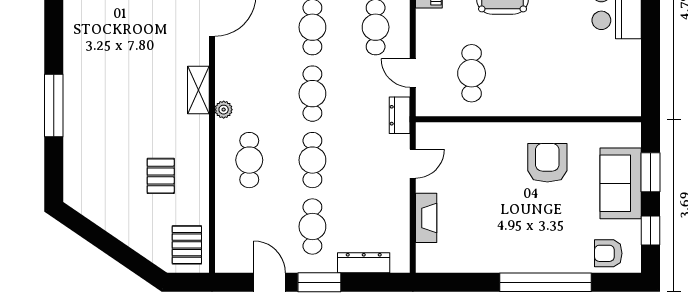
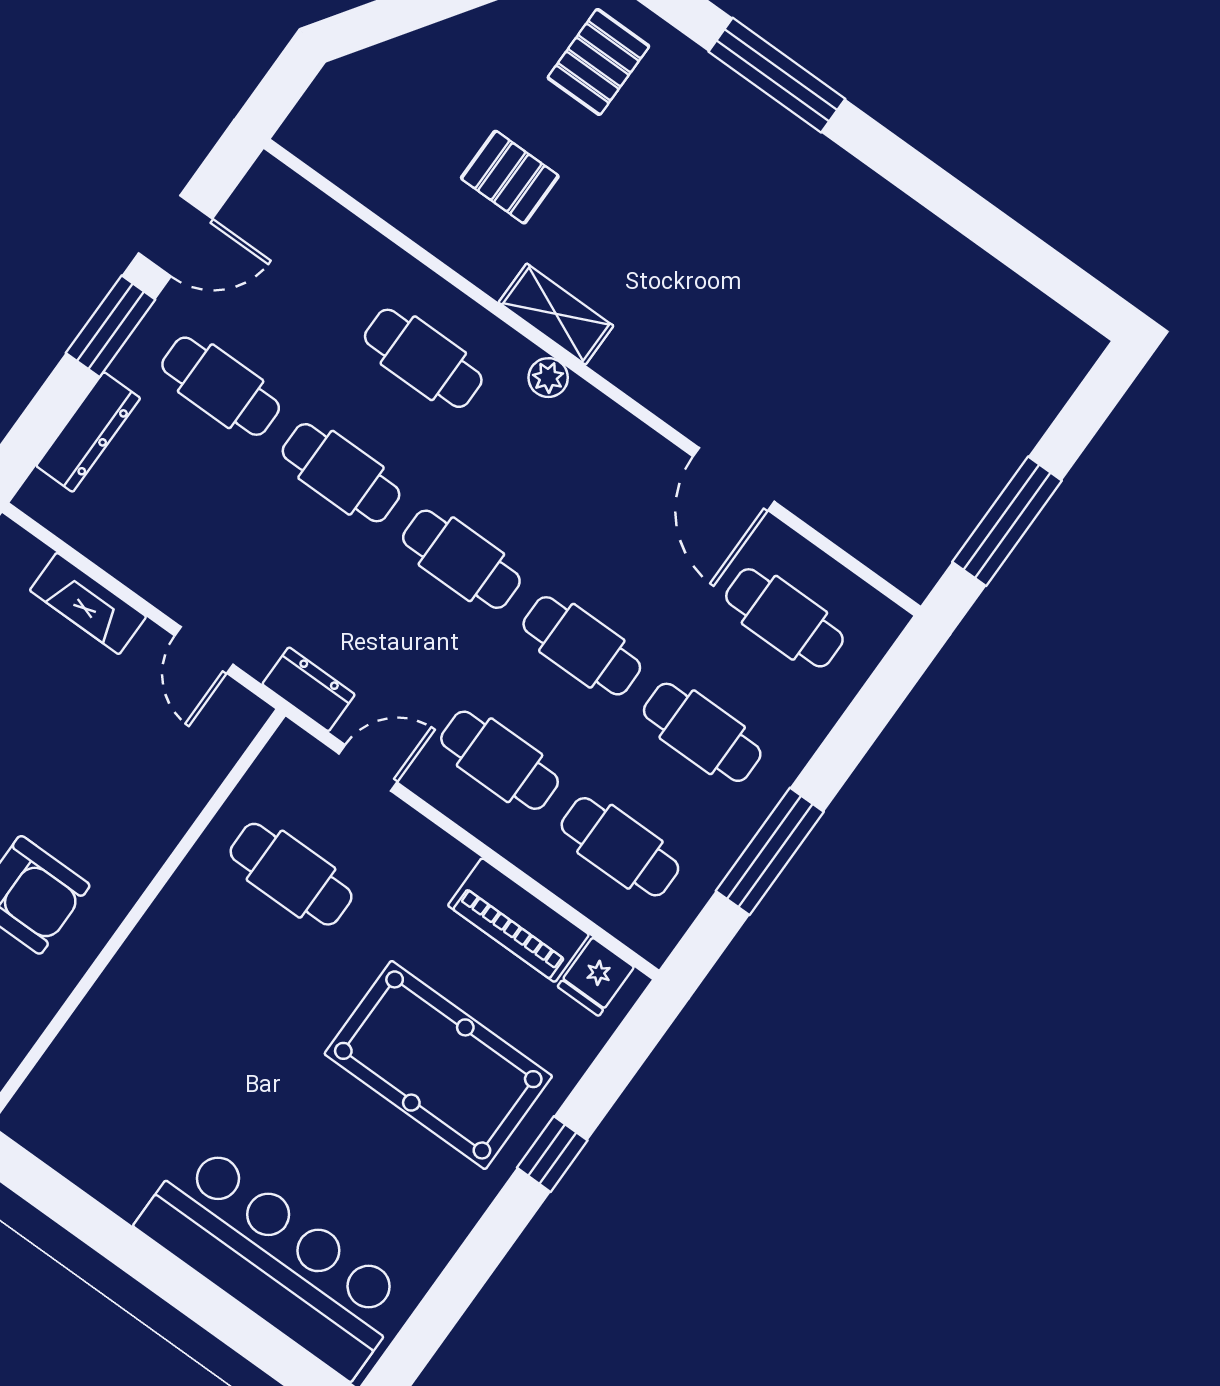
shelving: (198, 90) -> (556, 314), moved
pallet: (187, 245) -> (598, 62), moved, turned 90

